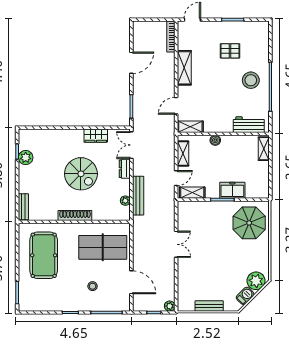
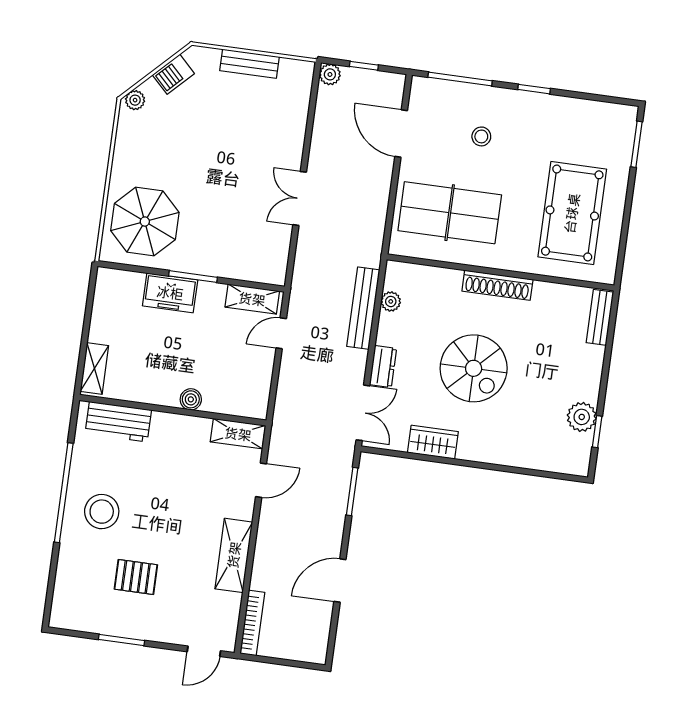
shelving: (183, 154) -> (260, 381), removed
spiral stairs: (81, 174) -> (474, 368), turned 180
plant: (256, 281) -> (135, 100), width x0.53, depth x0.53

